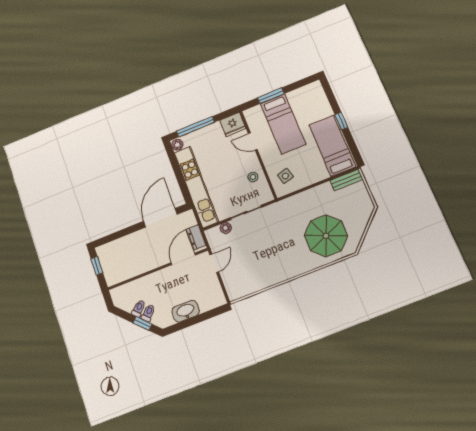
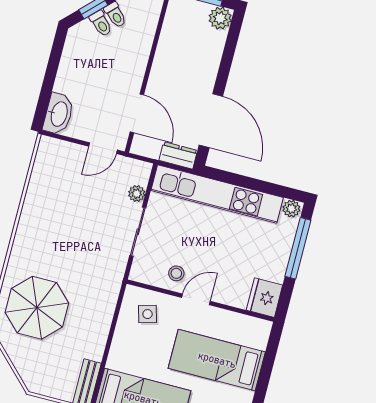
window: (271, 96) -> (266, 372), removed
door: (253, 141) -> (196, 299), moved
dresser: (196, 237) -> (178, 155), moved
plant: (104, 252) -> (220, 18), added
door: (214, 263) -> (103, 148), hinge flipped
washbasin: (186, 311) -> (58, 114), moved

